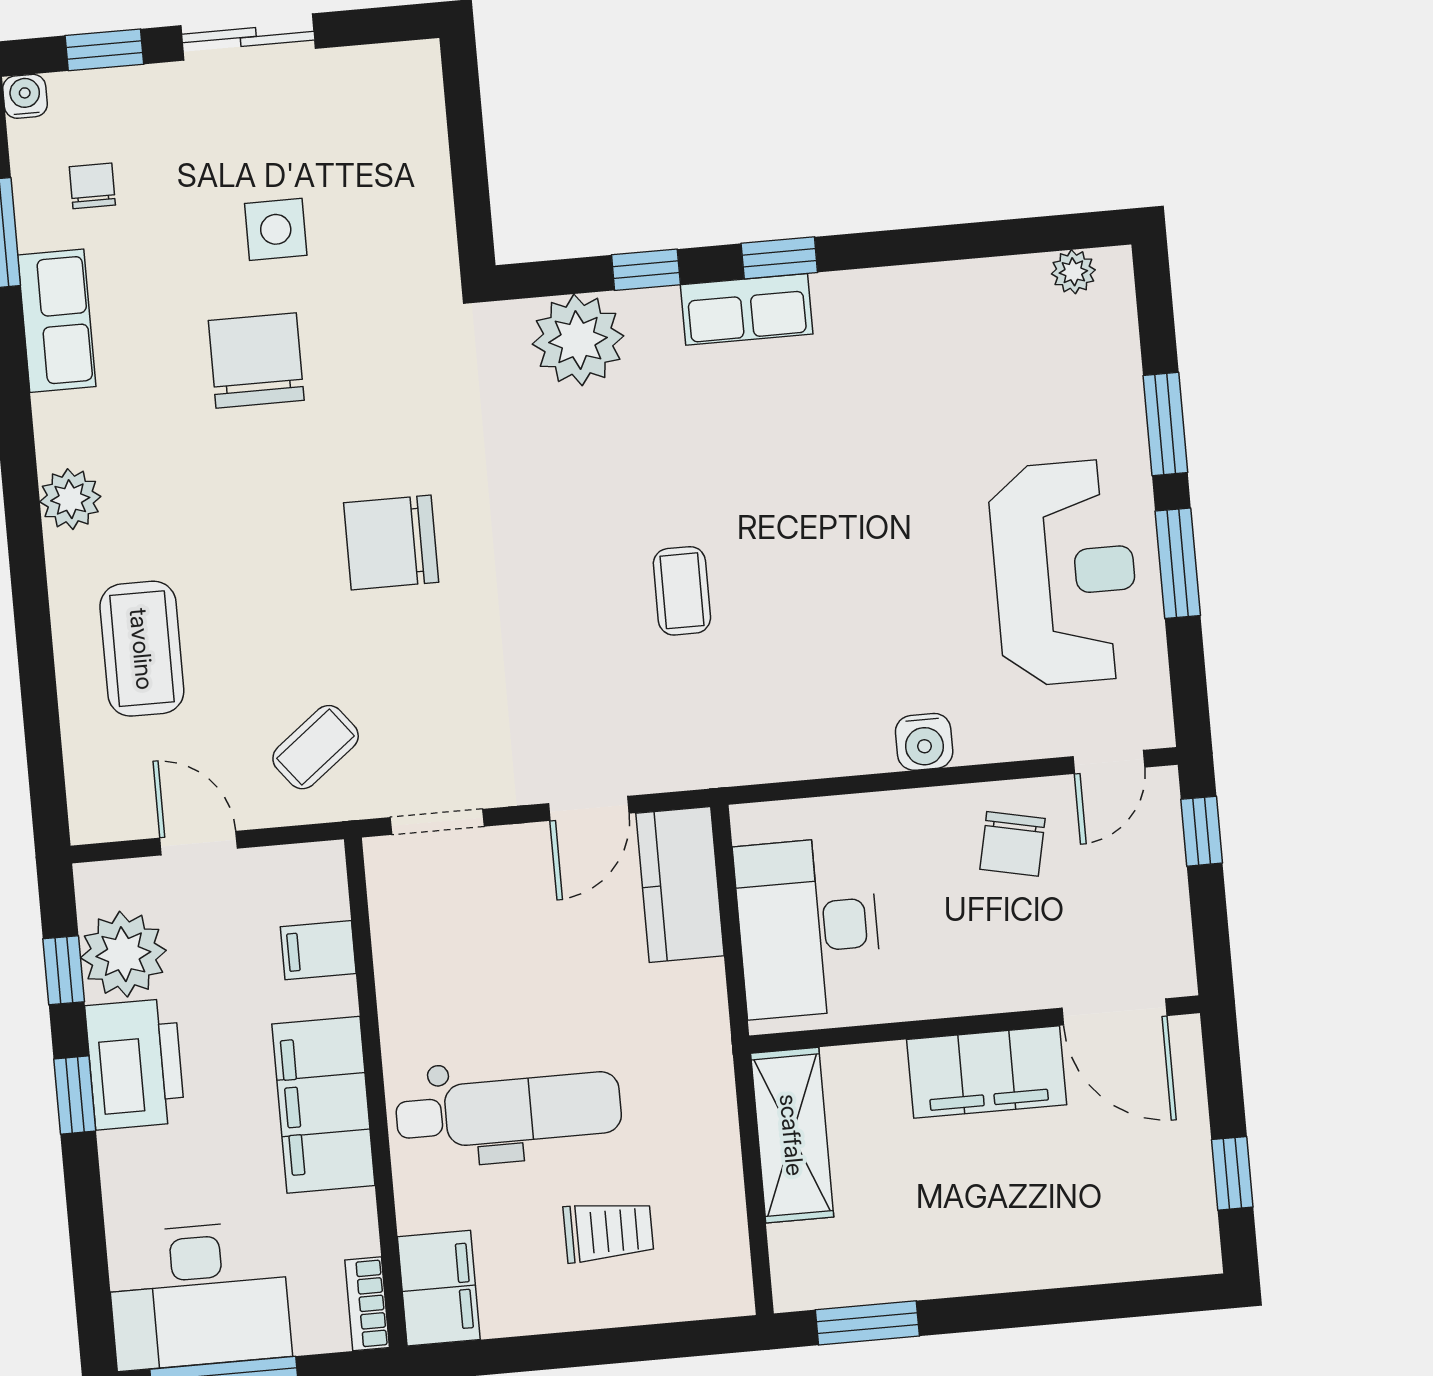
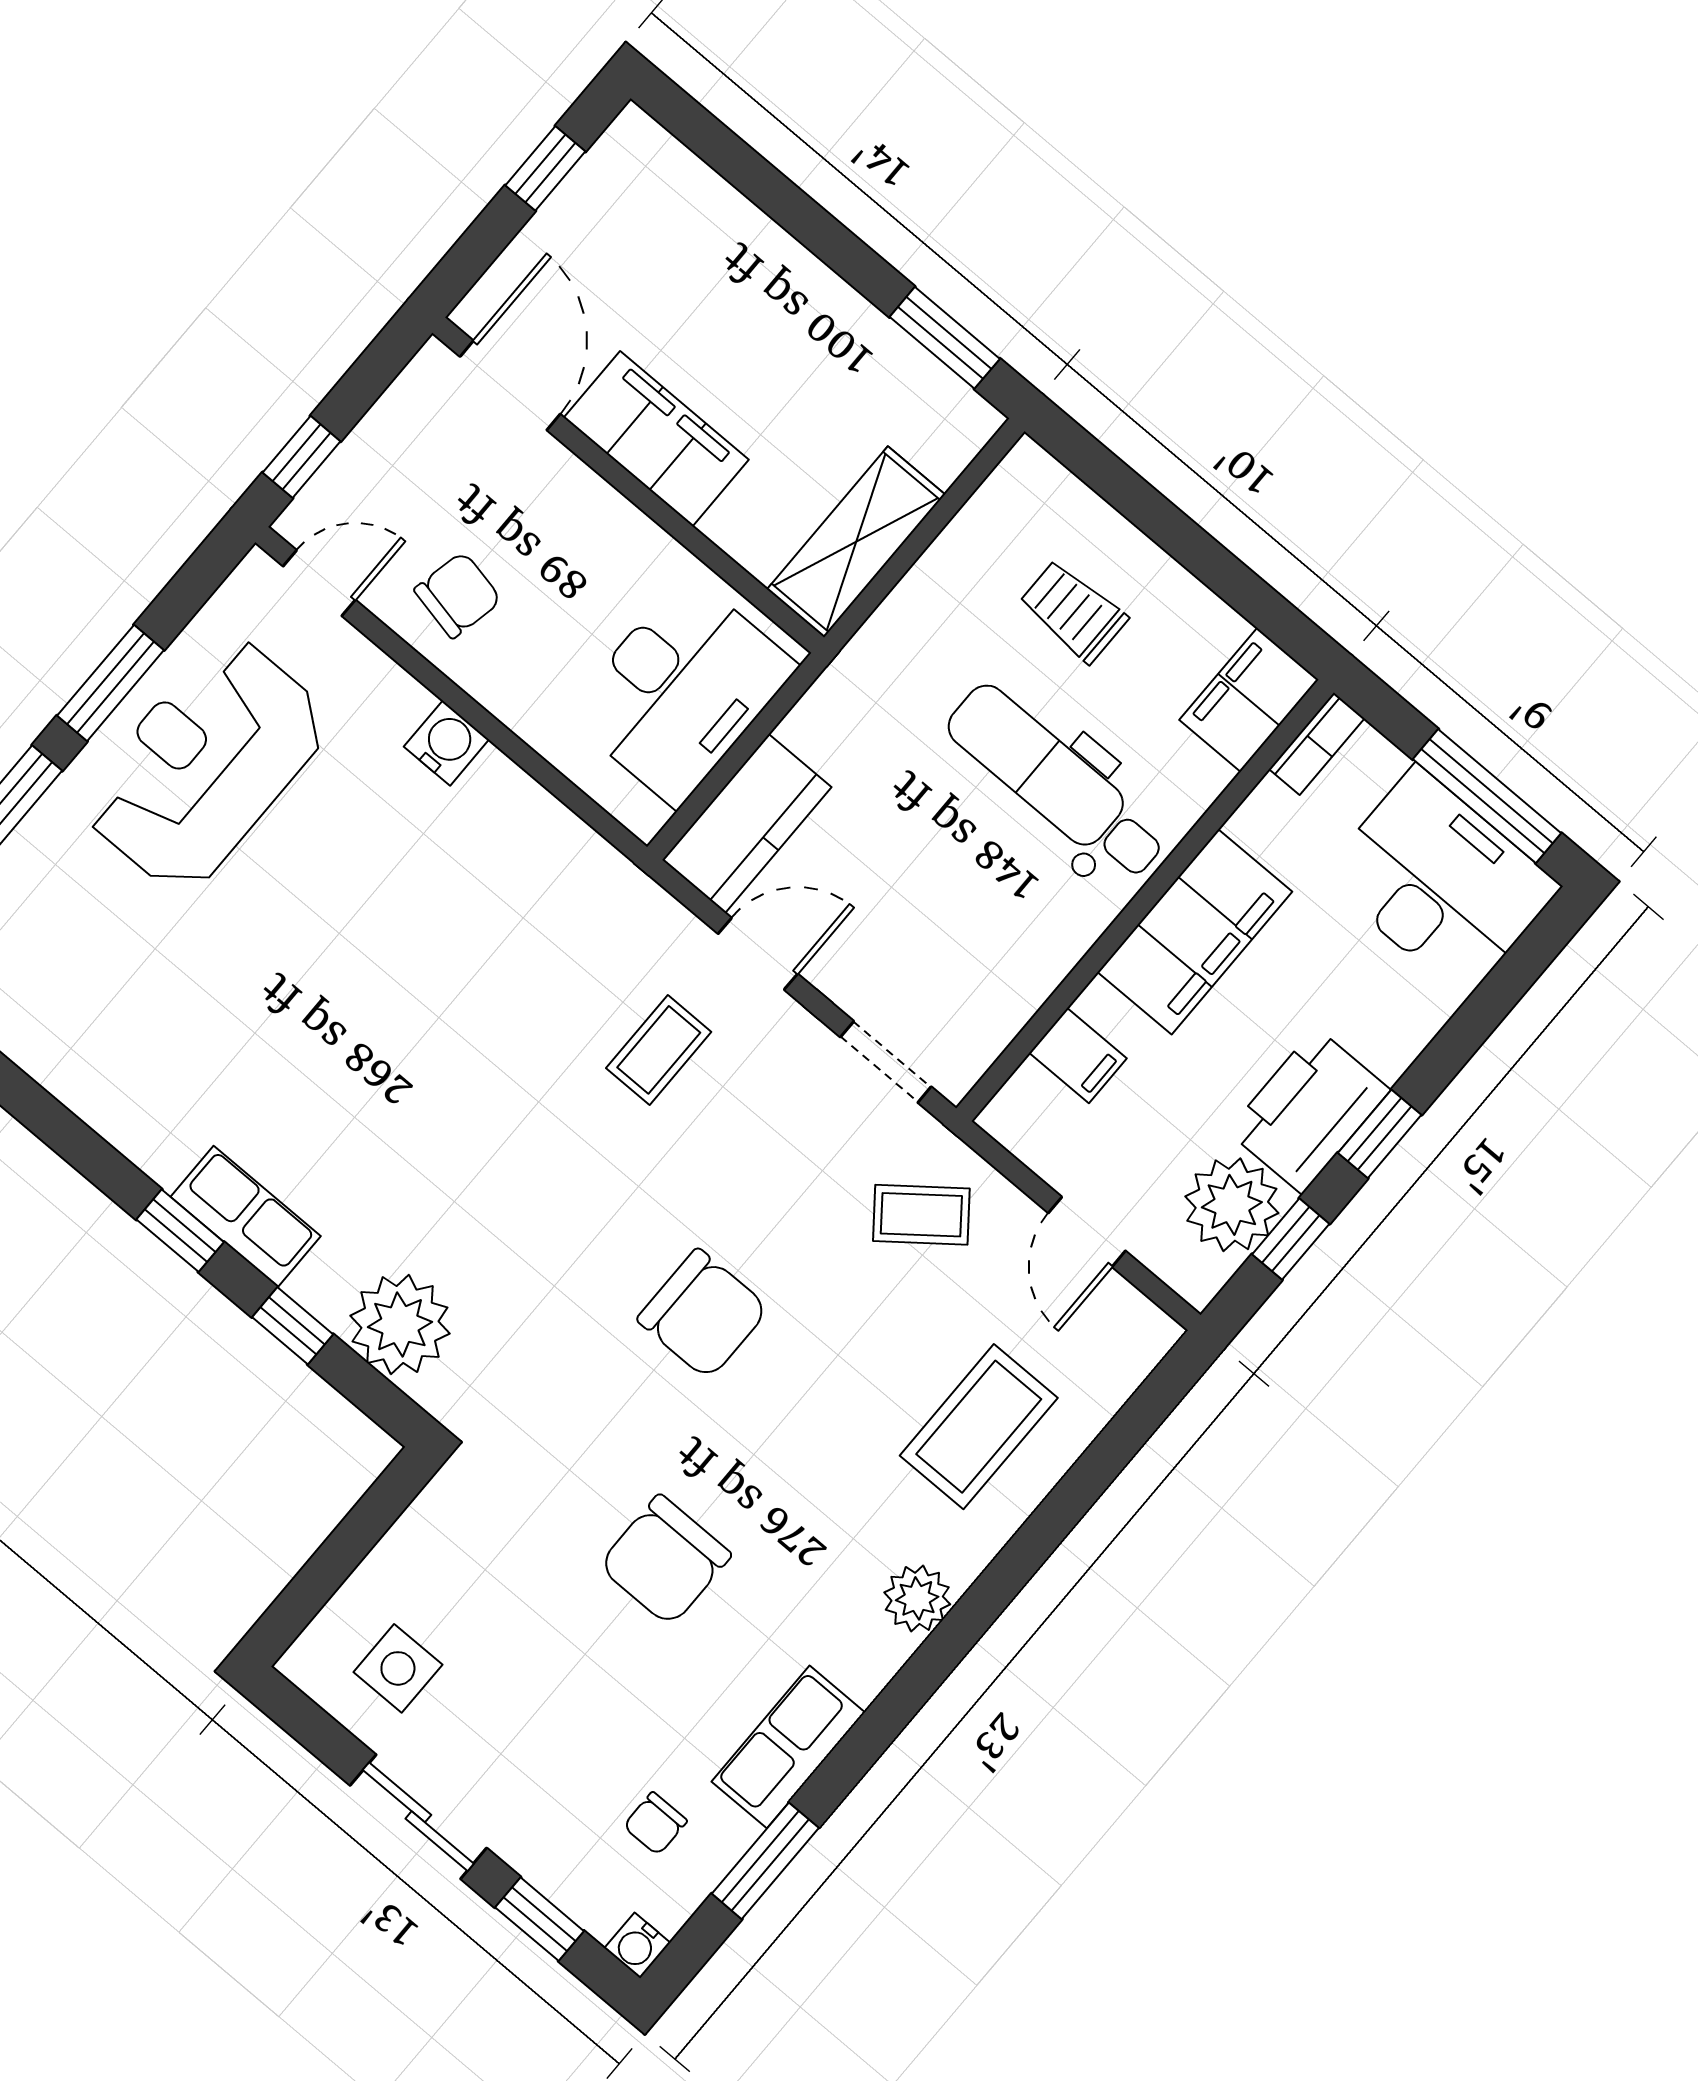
side table: (276, 229) -> (398, 1668), moved
coffee table: (682, 591) -> (659, 1050), moved

